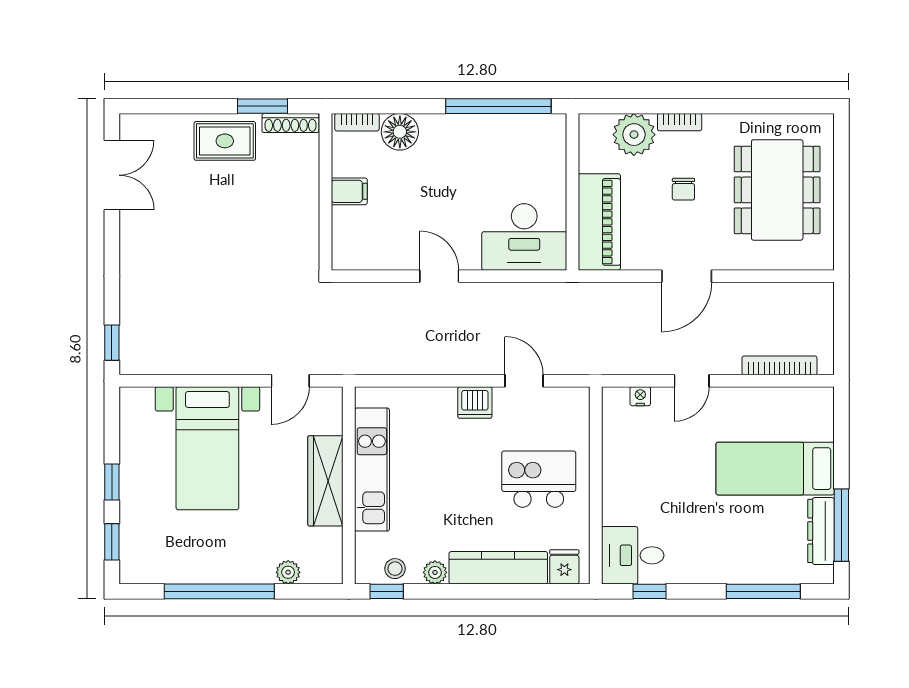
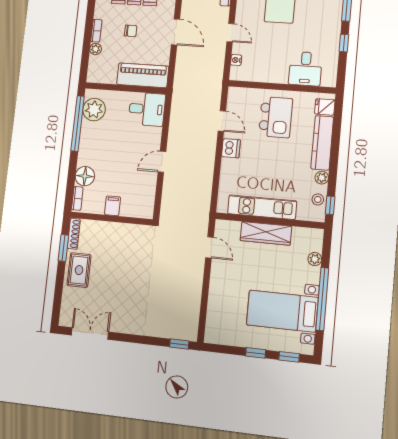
plant: (527, 135) -> (94, 110), added
plant: (634, 135) -> (96, 49), width x0.53, depth x0.53
desk: (524, 237) -> (147, 109), width x0.73
door: (524, 381) -> (222, 121), swing flipped
bed with nightstands: (207, 448) -> (282, 311), moved, turned 180
kitchen island: (539, 479) -> (276, 117), turned 180
desk: (633, 555) -> (305, 69), moved
window: (649, 591) -> (344, 43), moved

